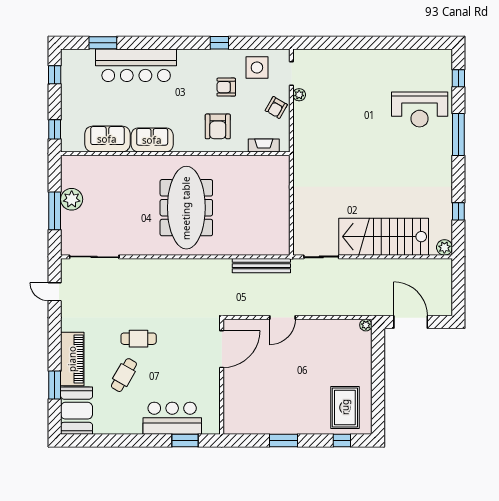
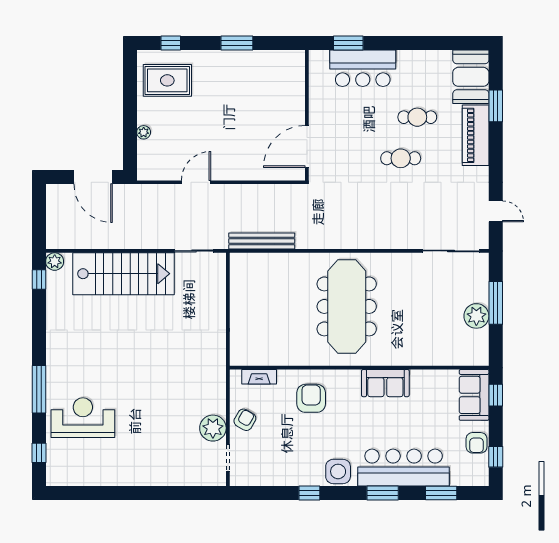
window: (155, 43) -> (383, 493), added
side table: (257, 67) -> (338, 471), moved
armchair: (226, 87) -> (477, 443), moved, turned 90
plant: (299, 95) -> (213, 428), width x1.87, depth x1.87
sofa: (107, 139) -> (474, 395), moved, turned 90
window: (458, 211) -> (39, 280), moved
door: (282, 318) -> (196, 182), moved
plant: (366, 325) -> (144, 132), moved
cafe table: (124, 375) -> (417, 117), turned 60
rug: (345, 407) -> (167, 80), turned 90

